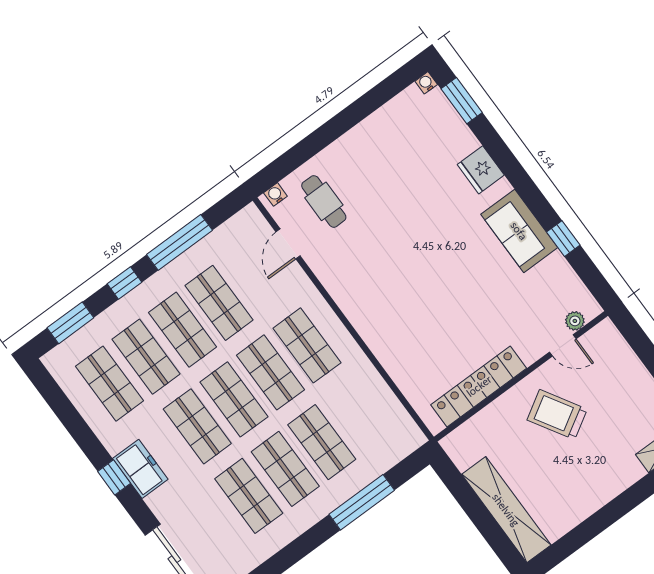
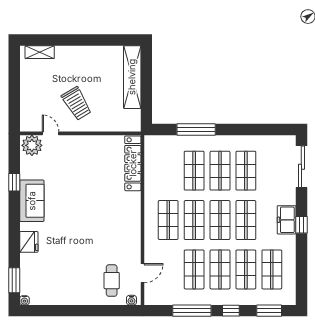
plant: (575, 321) -> (32, 145), width x1.88, depth x1.88
locker: (479, 386) -> (133, 163), moved, turned 90

